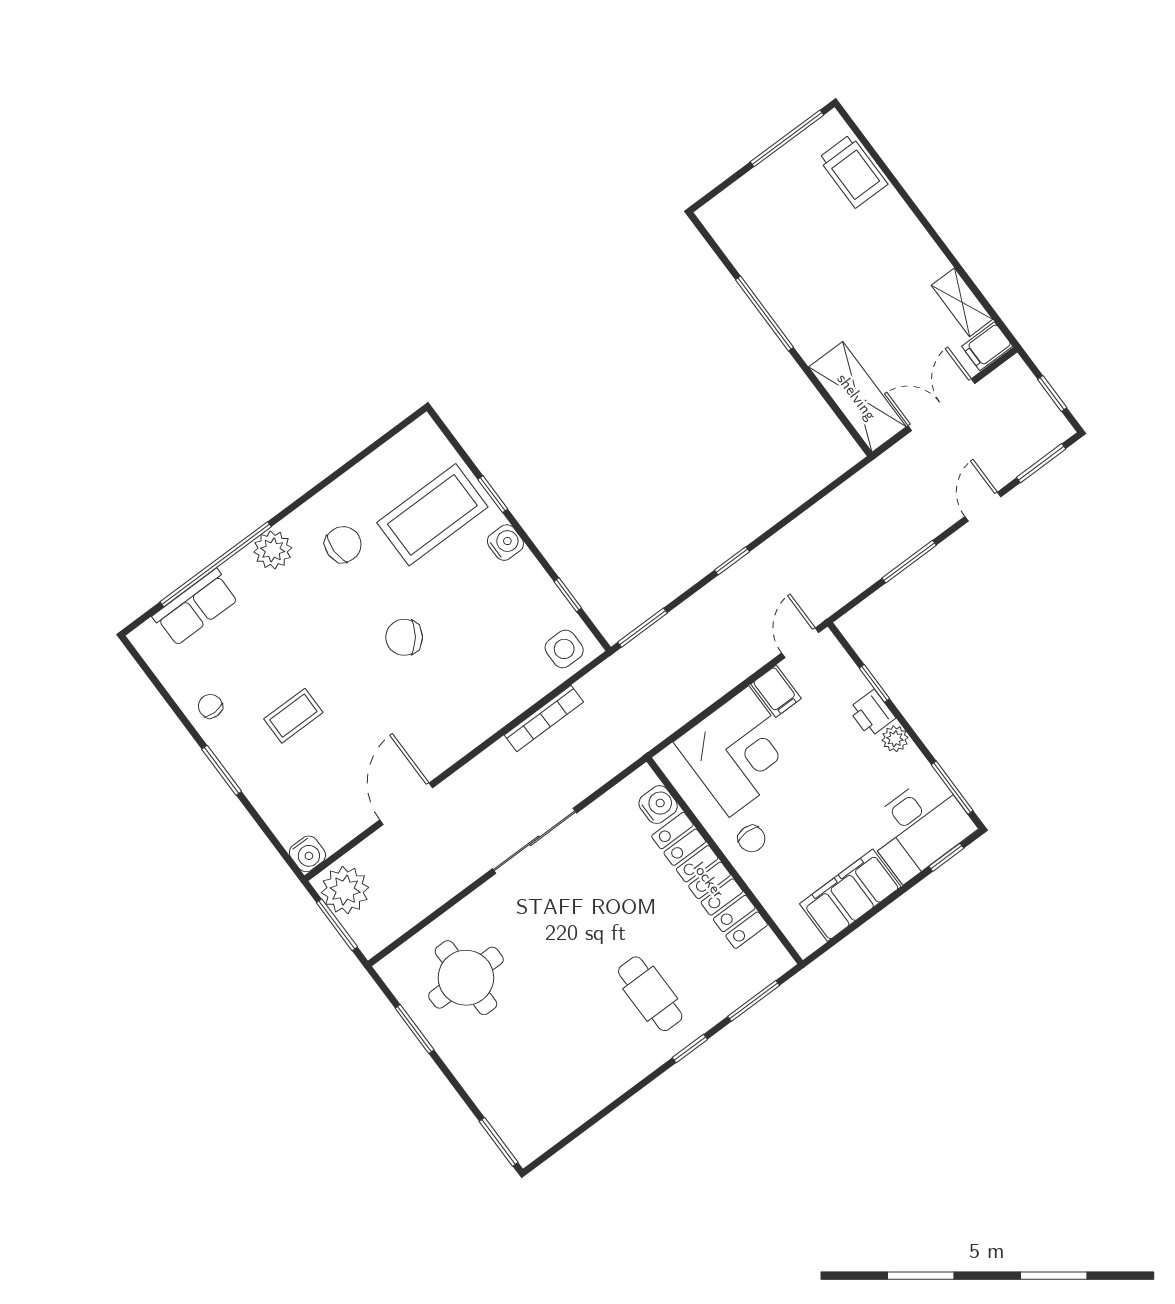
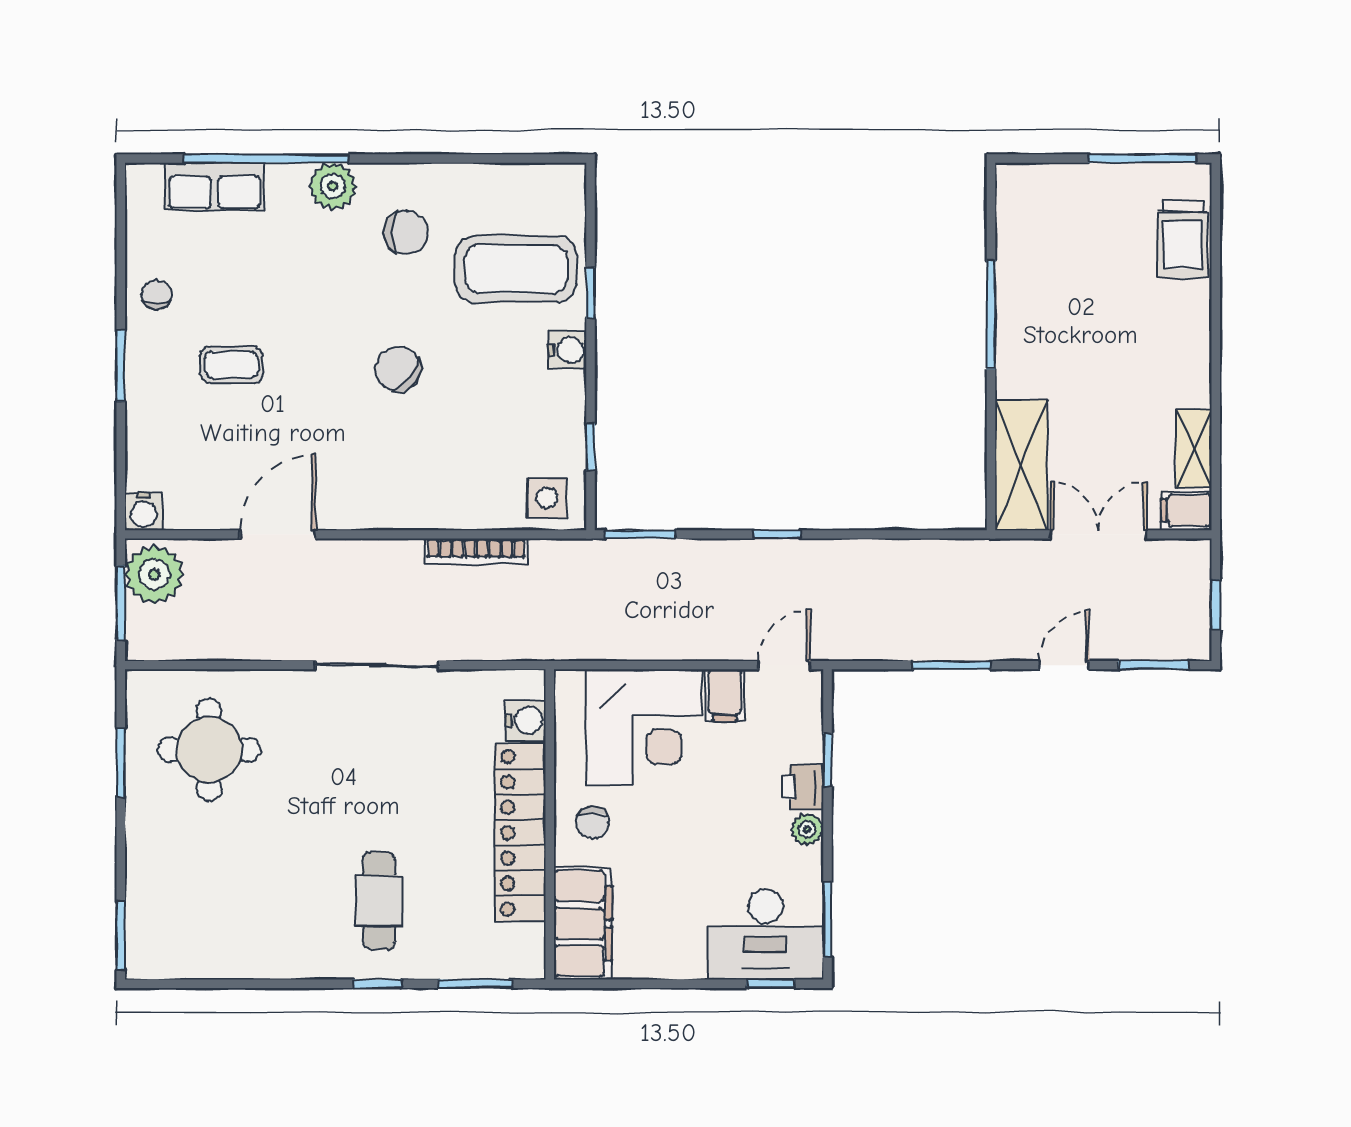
filing cabinet: (850, 895) -> (583, 924), moved, turned 90

